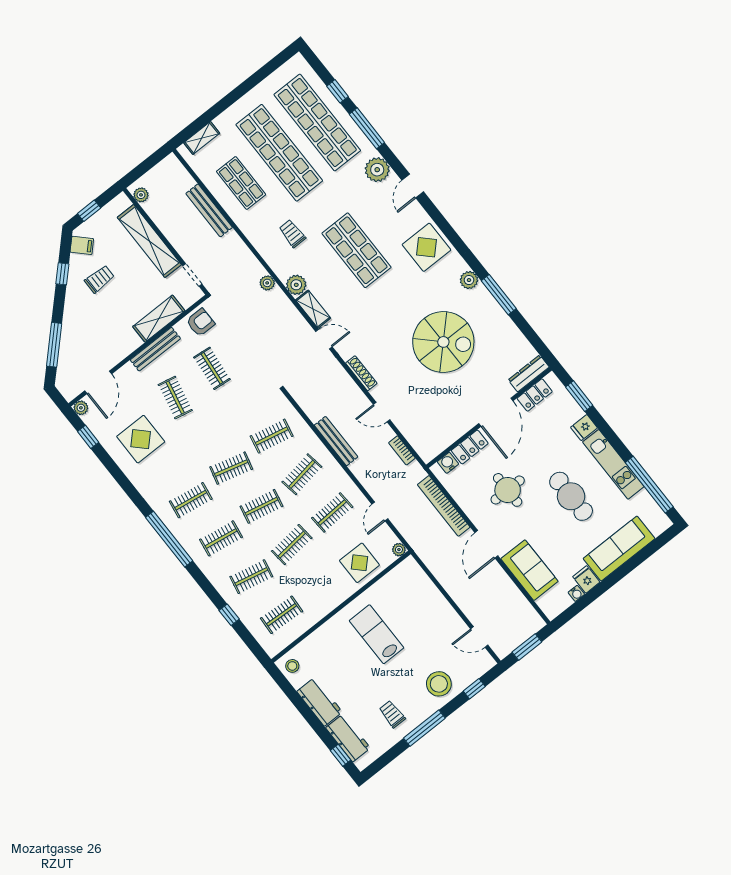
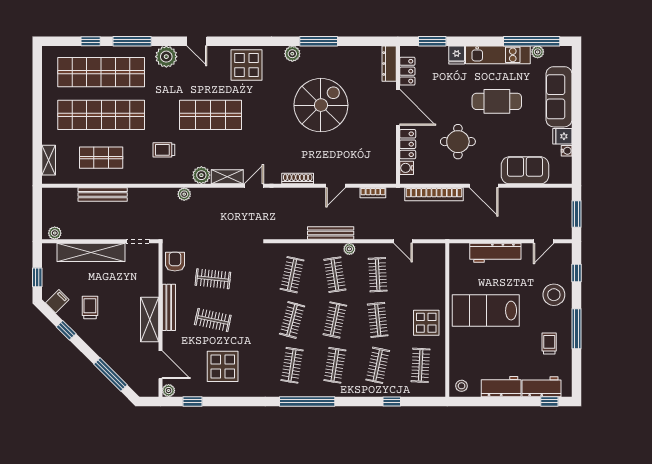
shelving: (159, 319) -> (150, 319), moved
plant: (644, 498) -> (538, 52), added
plant: (399, 550) -> (349, 249), moved
display table: (359, 563) -> (426, 323), moved
workbench: (435, 602) -> (495, 253), added
lab bench: (377, 634) -> (486, 311), width x1.36, depth x1.39
trolley: (392, 714) -> (549, 343), turned 90

